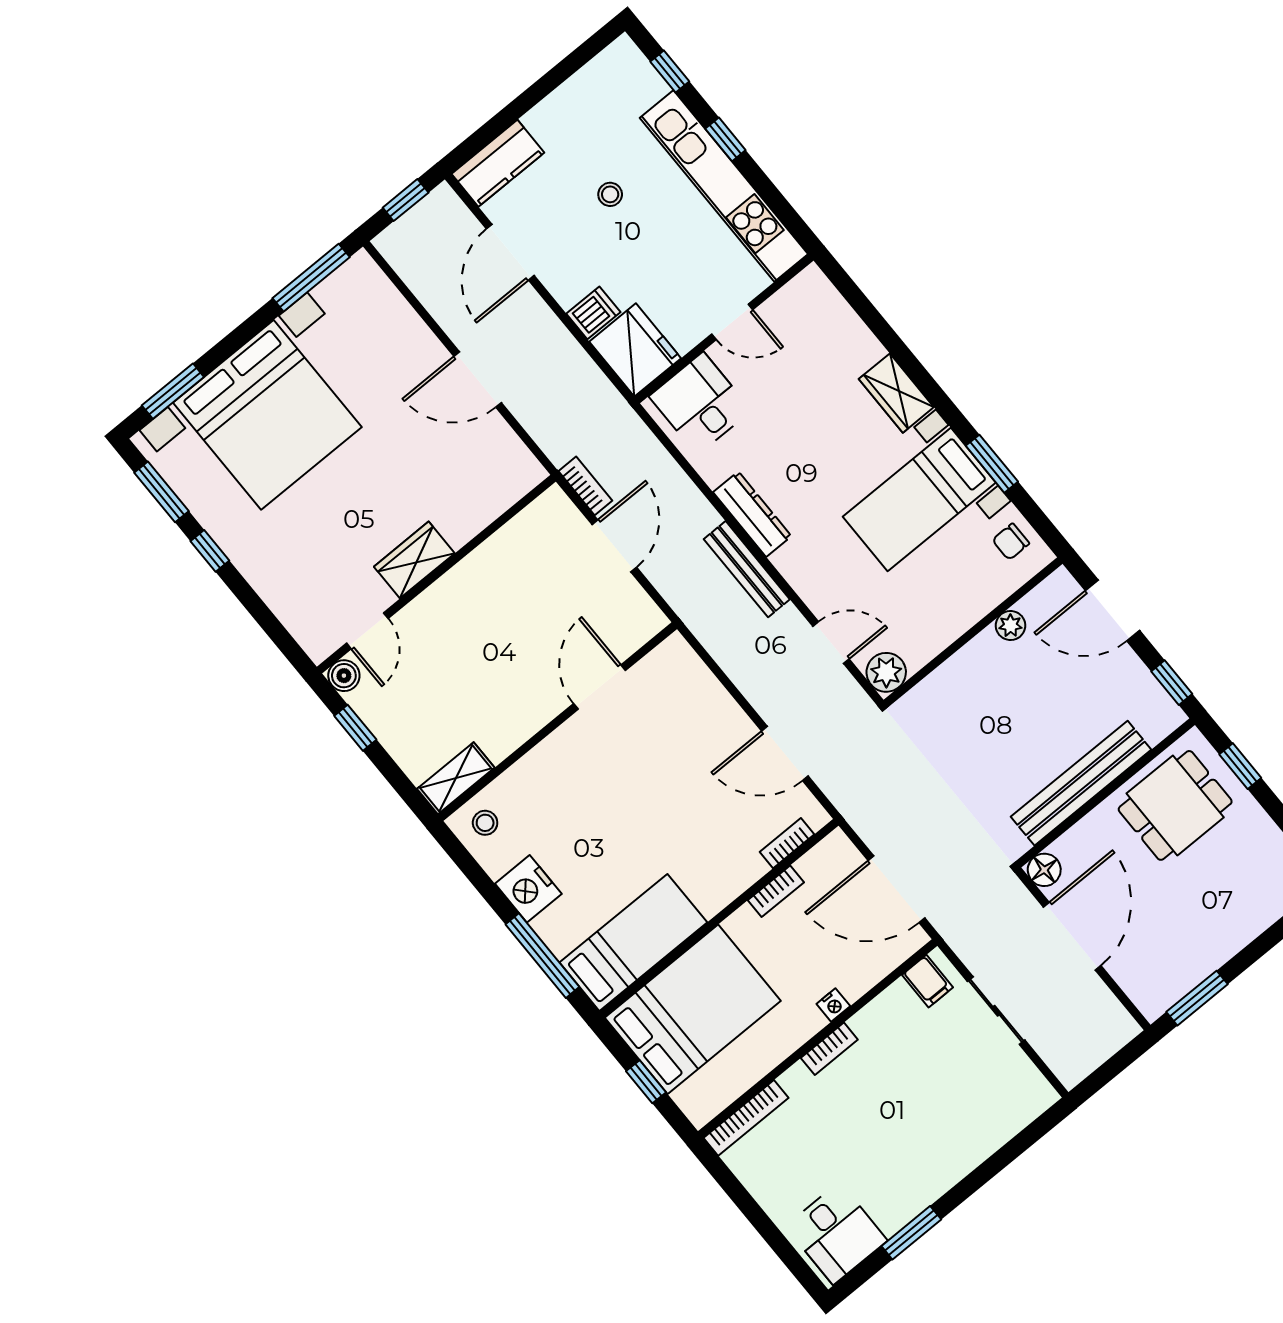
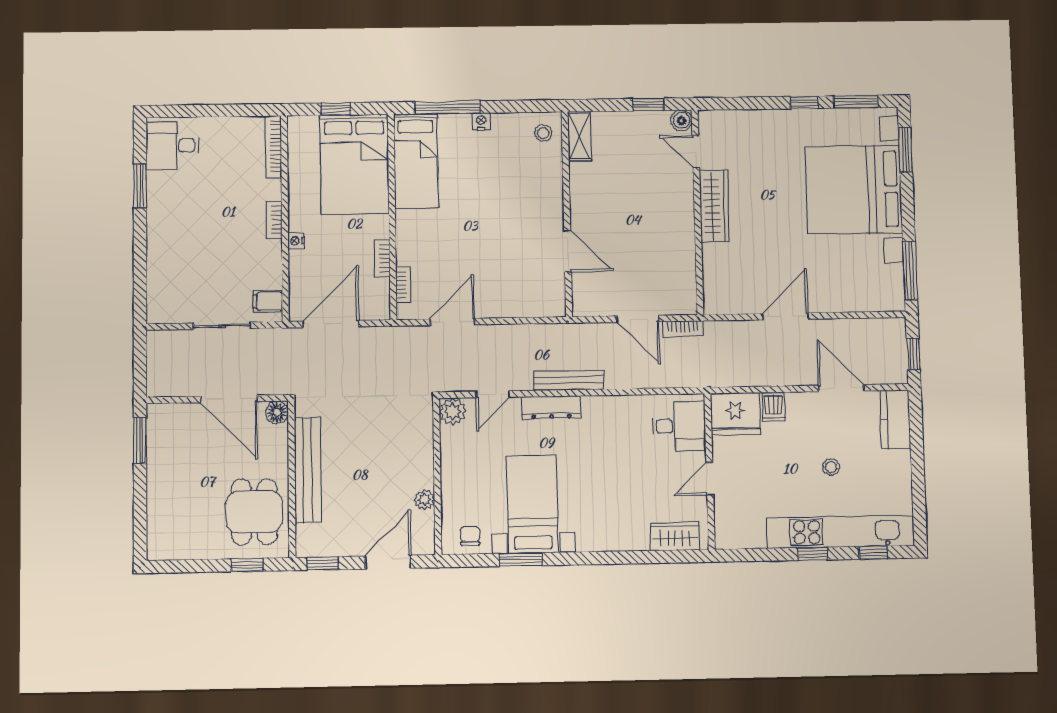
kitchen unit: (724, 186) -> (841, 532), moved
wardrobe: (896, 393) -> (675, 536), moved
dresser: (752, 514) -> (551, 408), moved
wardrobe: (414, 560) -> (714, 206), width x1.50
nightstand: (528, 889) -> (481, 121), width x0.53, depth x0.56

